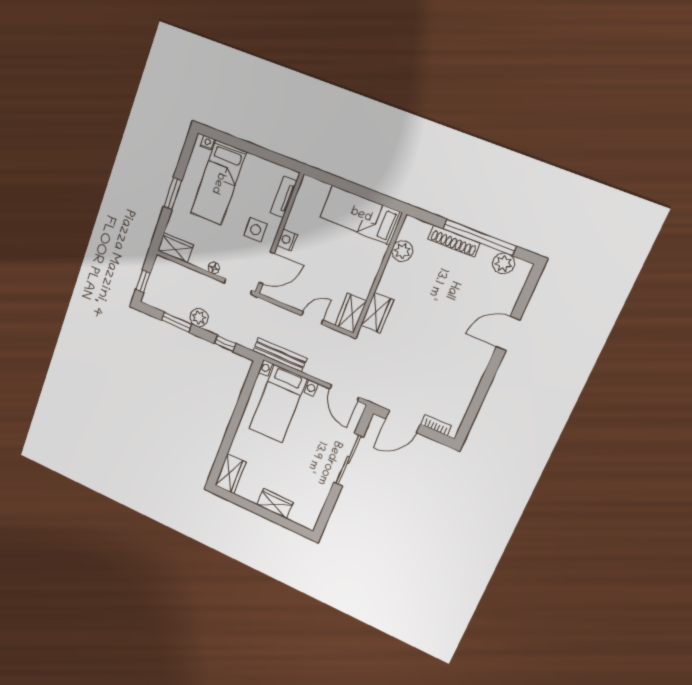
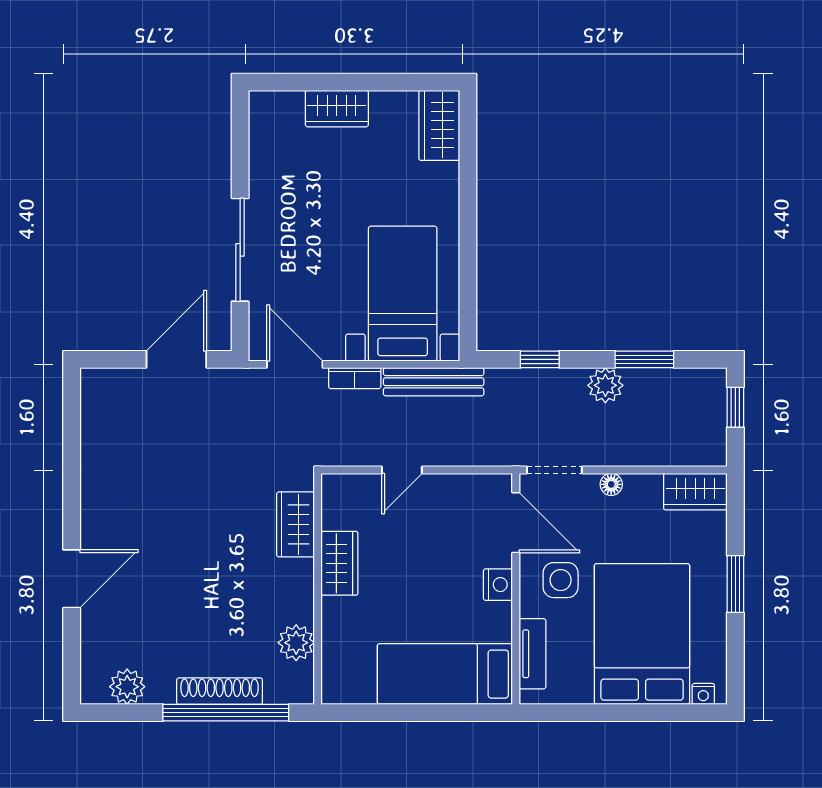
bed: (218, 183) -> (642, 634), width x1.50
bed: (361, 215) -> (445, 674), moved, turned 180
window: (480, 237) -> (226, 713), moved
door: (267, 268) -> (516, 523), swing flipped
wardrobe: (351, 313) -> (339, 563), moved
bookcase: (436, 425) -> (355, 378), moved

